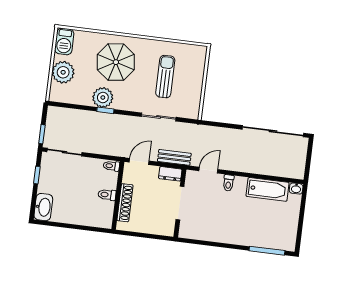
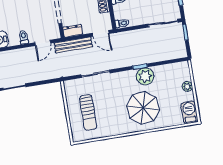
plant: (63, 72) -> (187, 86), width x0.53, depth x0.53
sun lounger: (165, 77) -> (88, 112), moved
bench: (174, 157) -> (73, 45), width x1.36
door: (139, 161) -> (101, 33), hinge flipped

